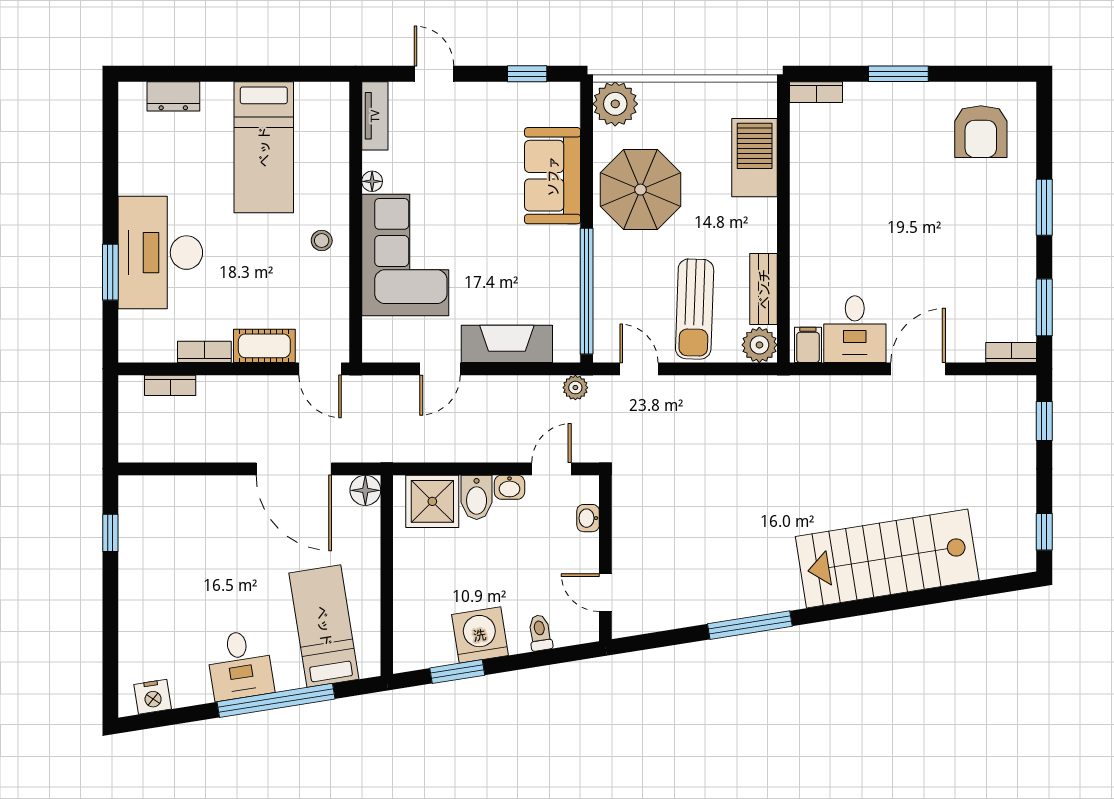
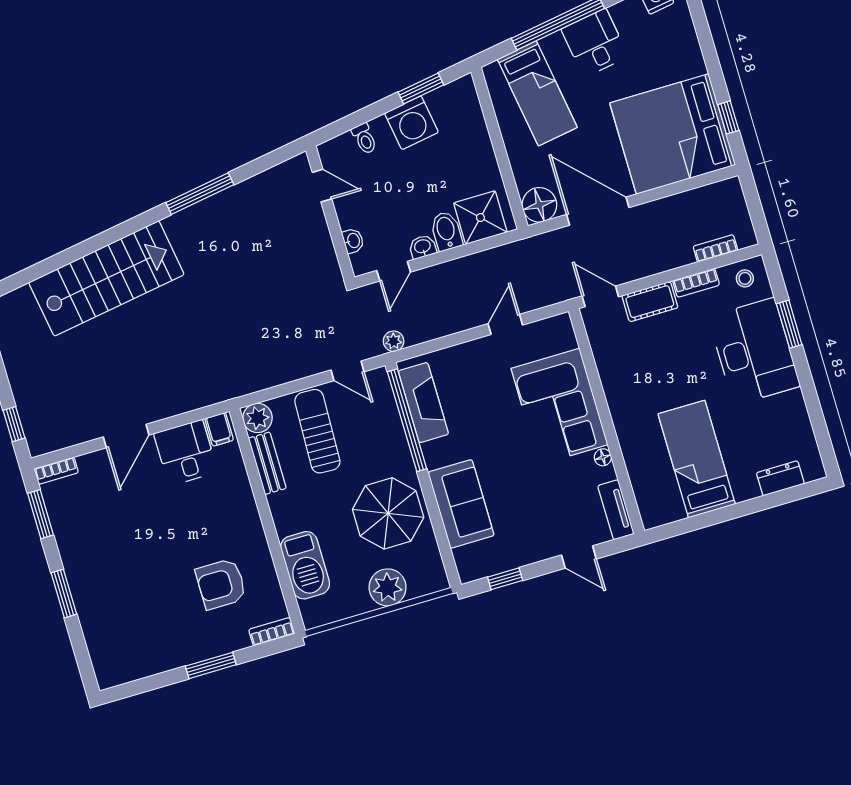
plant: (615, 104) -> (388, 587), moved
armchair: (981, 132) -> (221, 584), moved, turned -90
stool: (322, 241) -> (745, 278), moved
fireplace: (507, 344) -> (423, 403), moved, turned -90
floor lamp: (365, 490) -> (539, 205), width x1.38, depth x1.38
bed: (181, 533) -> (673, 134), added

